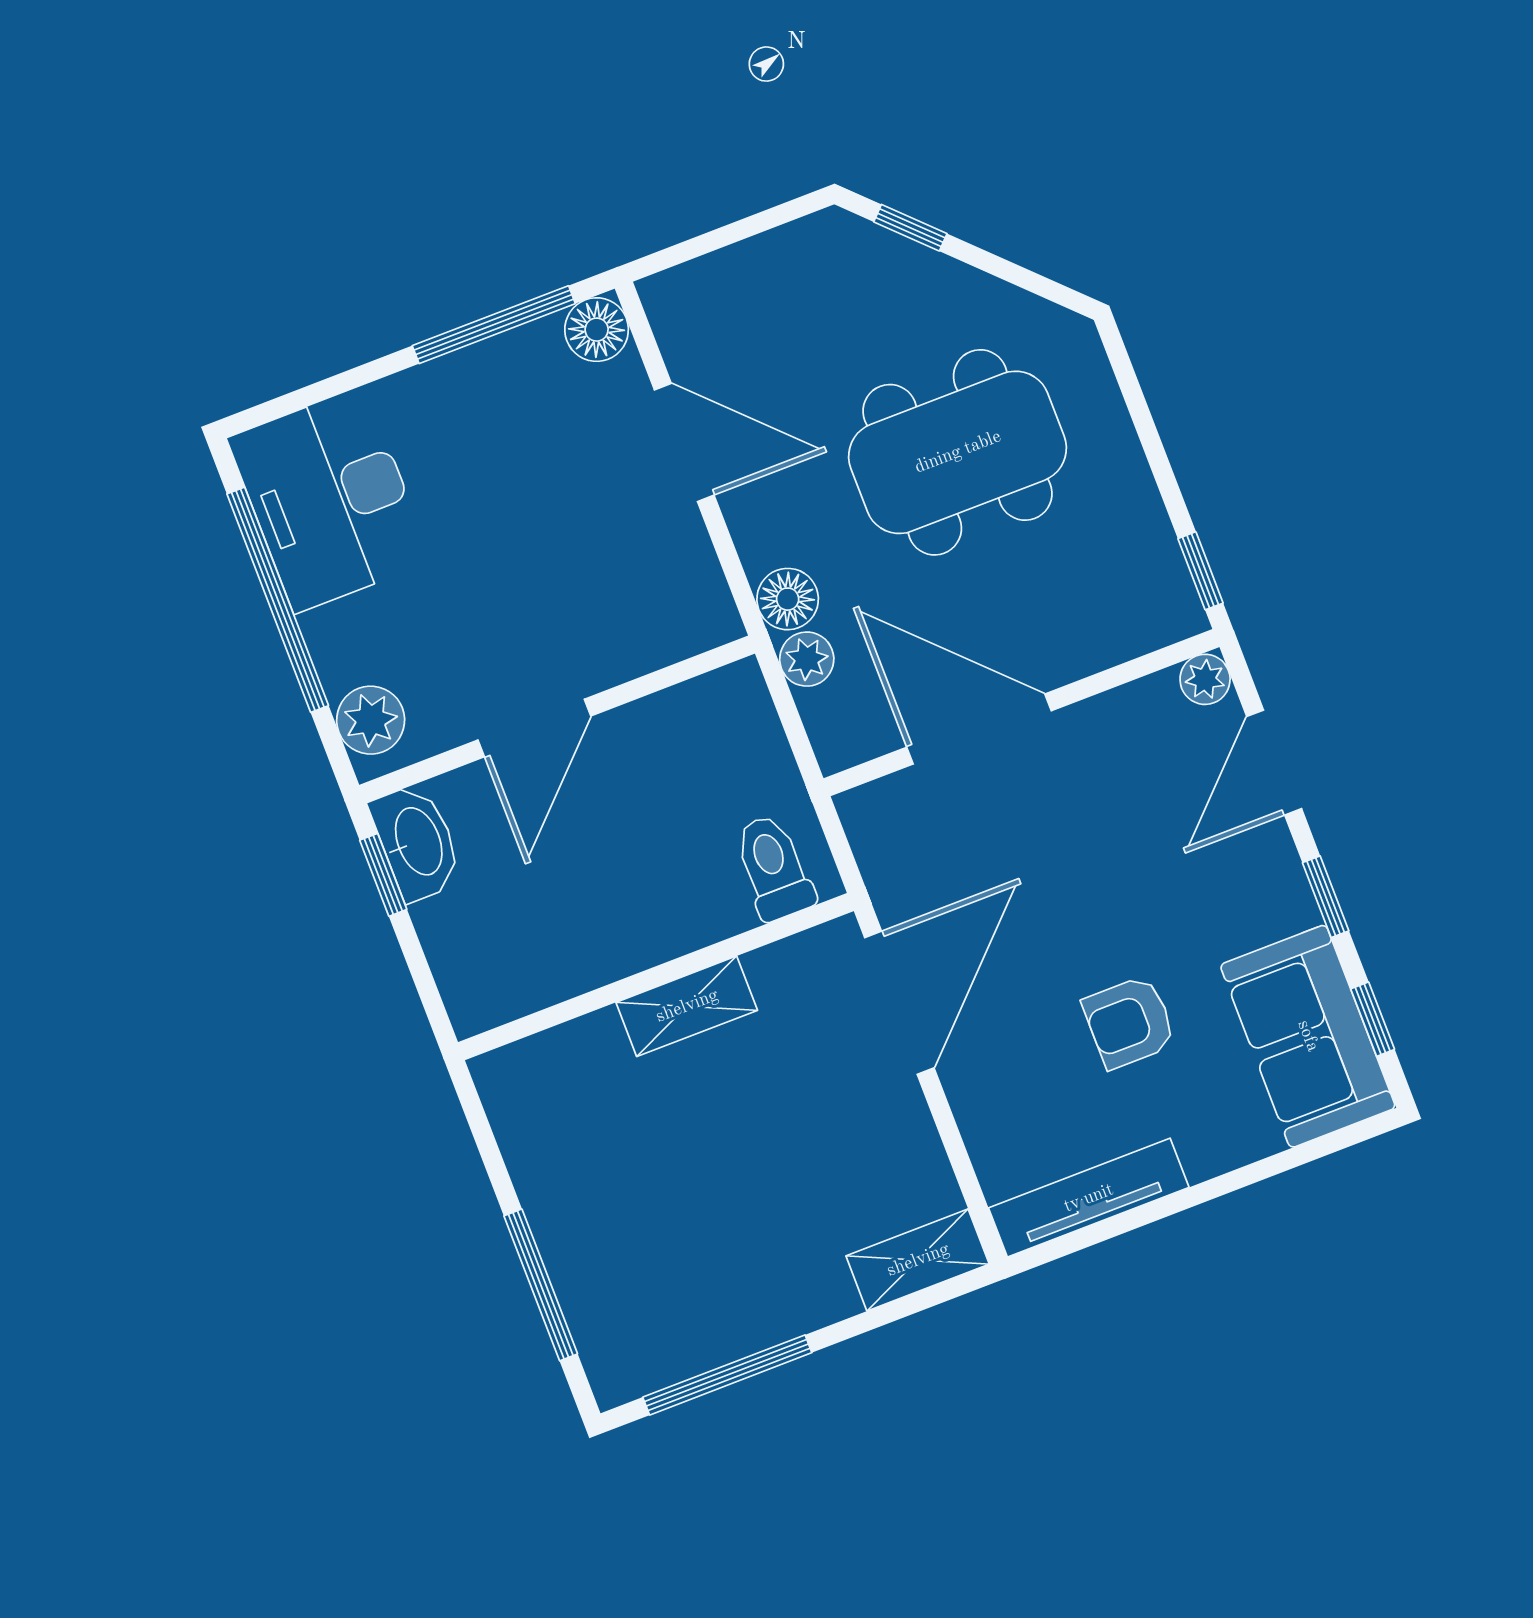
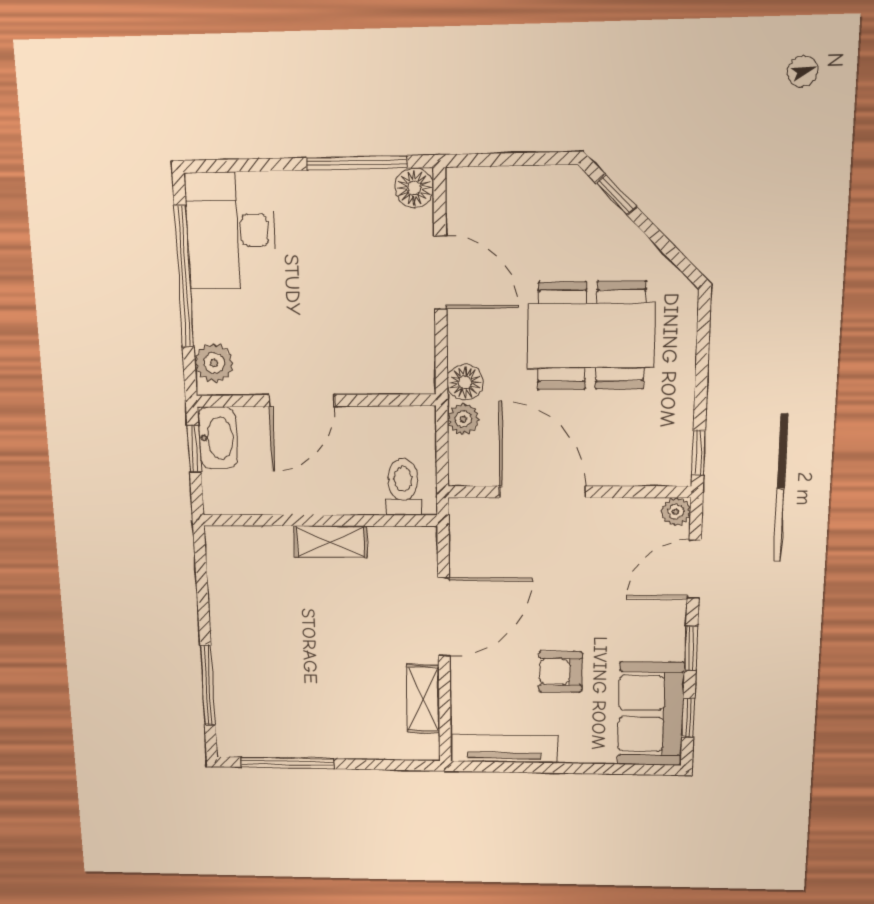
toilet: (774, 867) -> (403, 487), moved
wall: (656, 977) -> (320, 520), moved
shelving: (687, 1006) -> (330, 542), moved
shelving: (918, 1260) -> (423, 699), moved, turned 90

